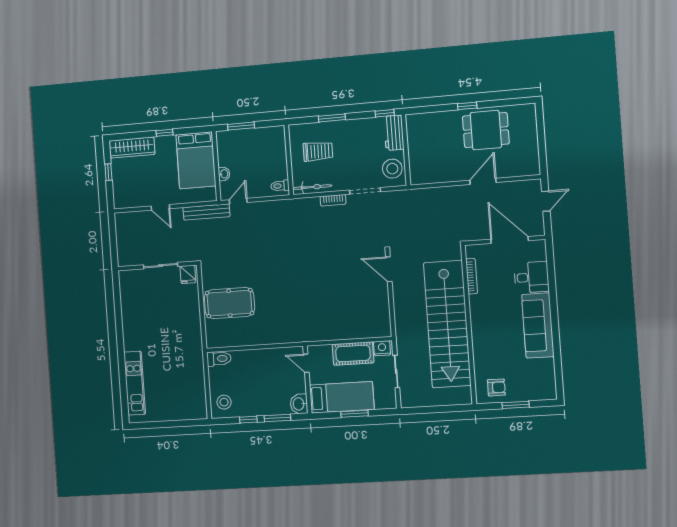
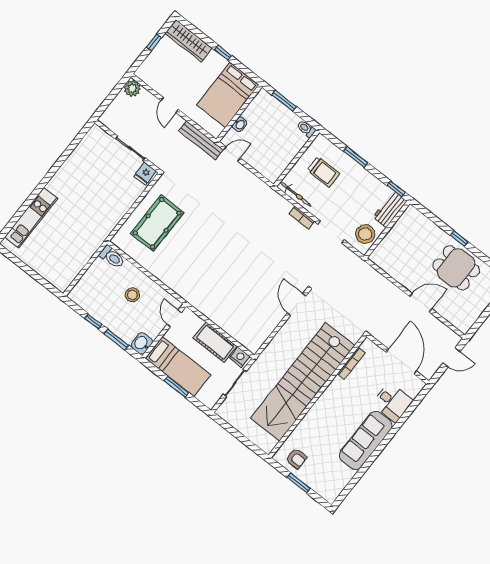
toilet: (280, 186) -> (306, 129), moved
plant: (123, 220) -> (132, 88), added
pool table: (229, 303) -> (157, 223), turned 90
stool: (224, 402) -> (132, 295), moved

